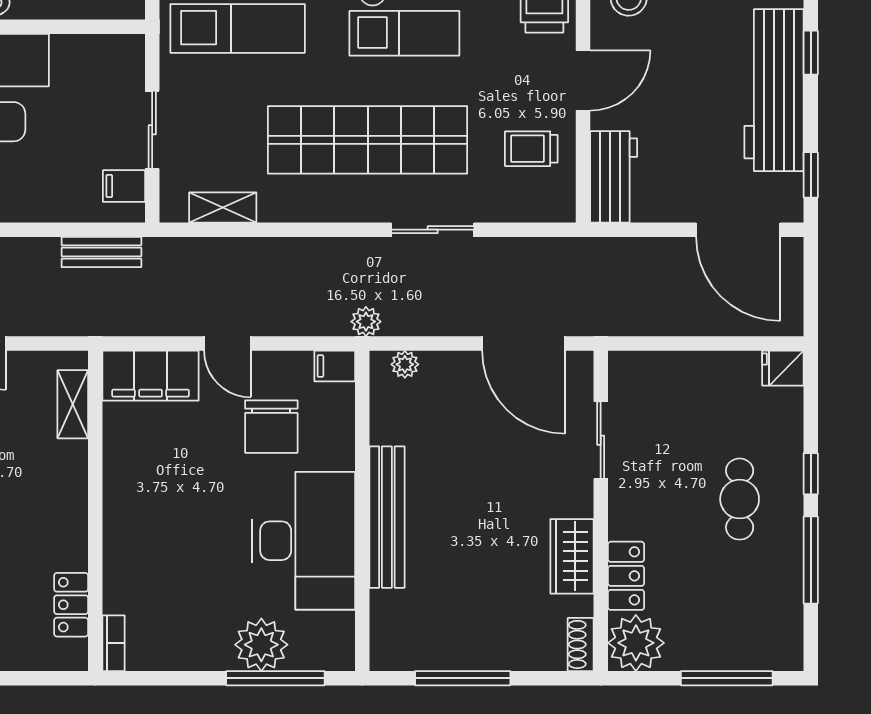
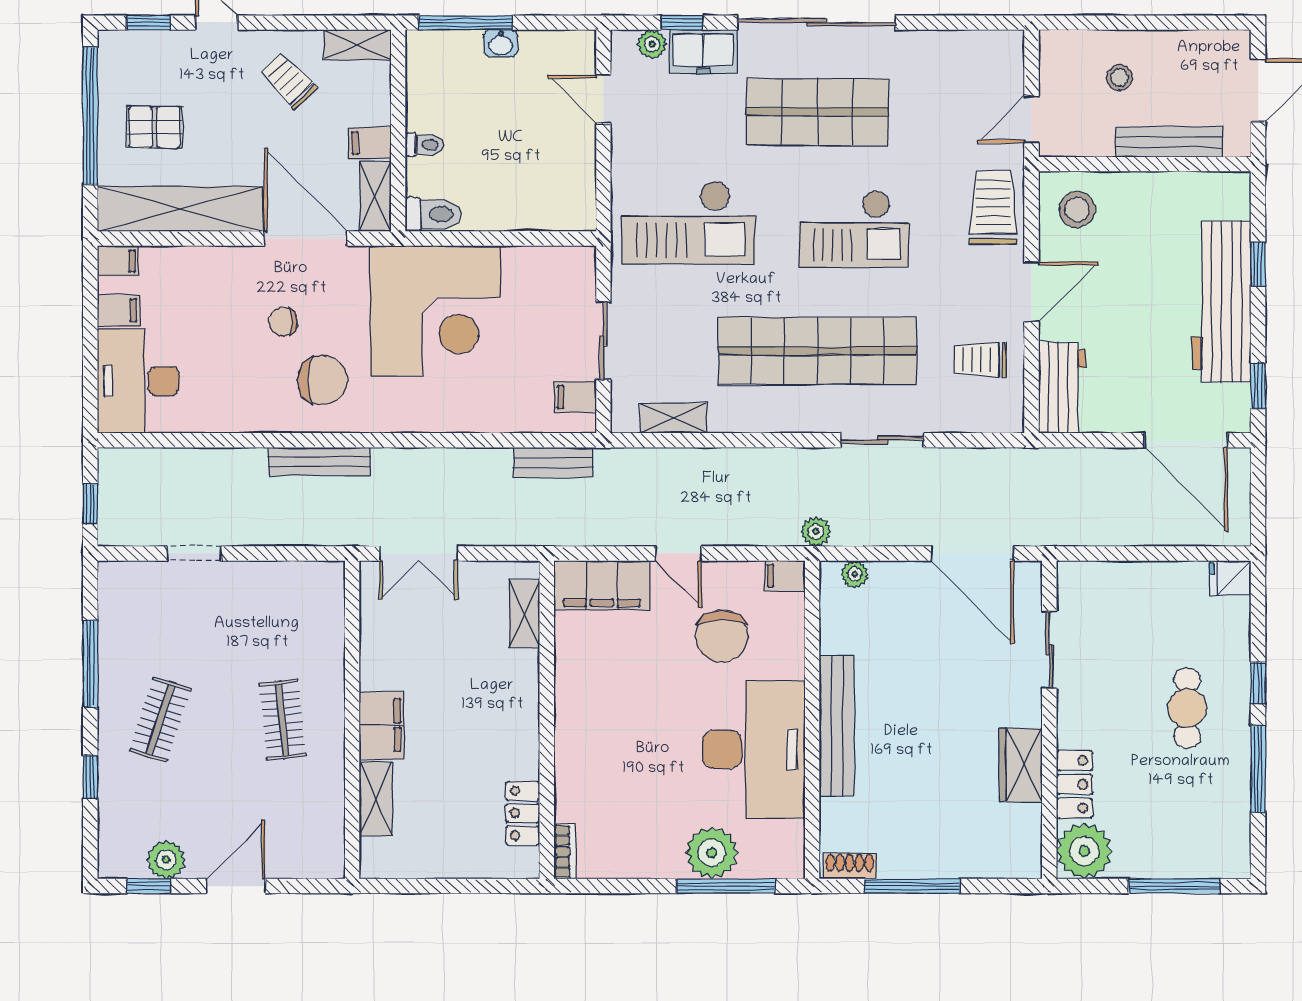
shoe rack: (581, 644) -> (850, 866), moved, turned 90

